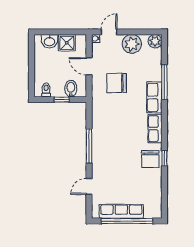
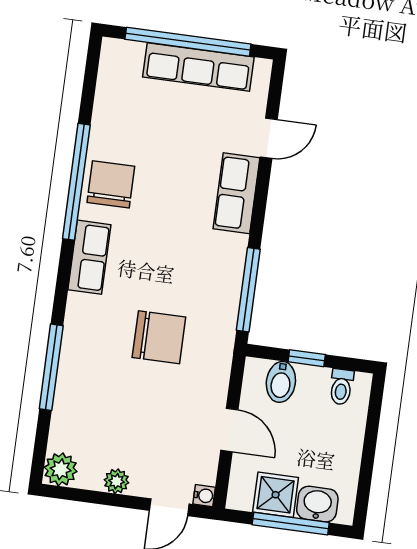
window: (59, 32) -> (291, 524), added
plant: (132, 44) -> (116, 481), width x0.53, depth x0.53
chair: (117, 83) -> (159, 337), moved
row of seats: (154, 97) -> (236, 193), moved, turned 180
window: (89, 146) -> (248, 290), moved
window: (164, 158) -> (76, 182), width x3.17

